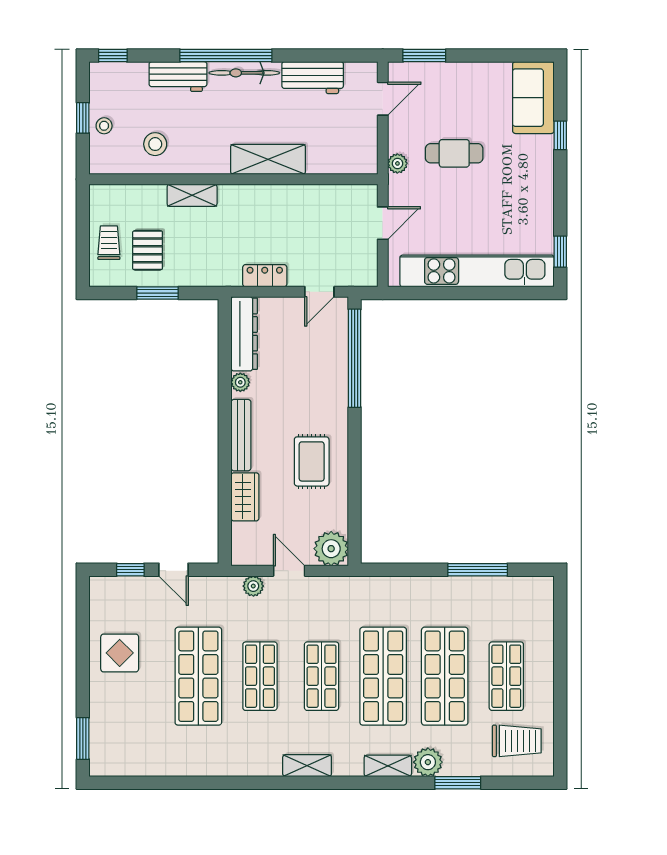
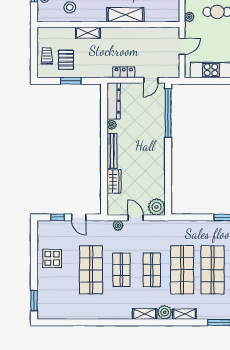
rug: (312, 461) -> (147, 164), removed
plant: (428, 762) -> (165, 312), moved

